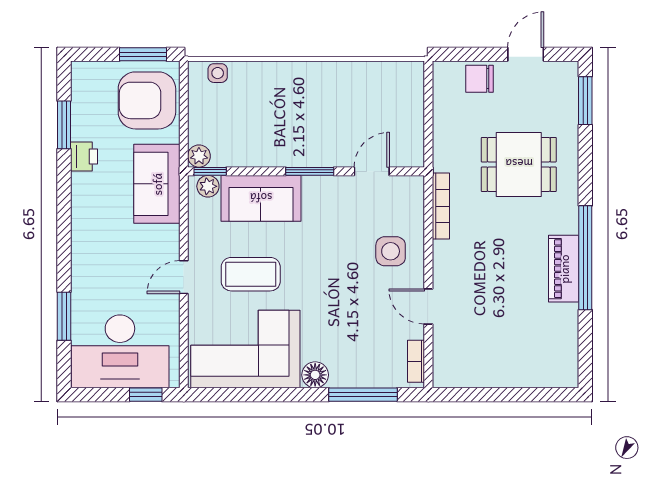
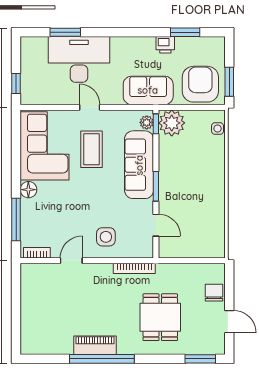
plant: (199, 156) -> (172, 123), width x1.87, depth x1.87
sofa: (261, 198) -> (139, 165), width x1.36
desk: (120, 351) -> (79, 59), moved, turned 90

